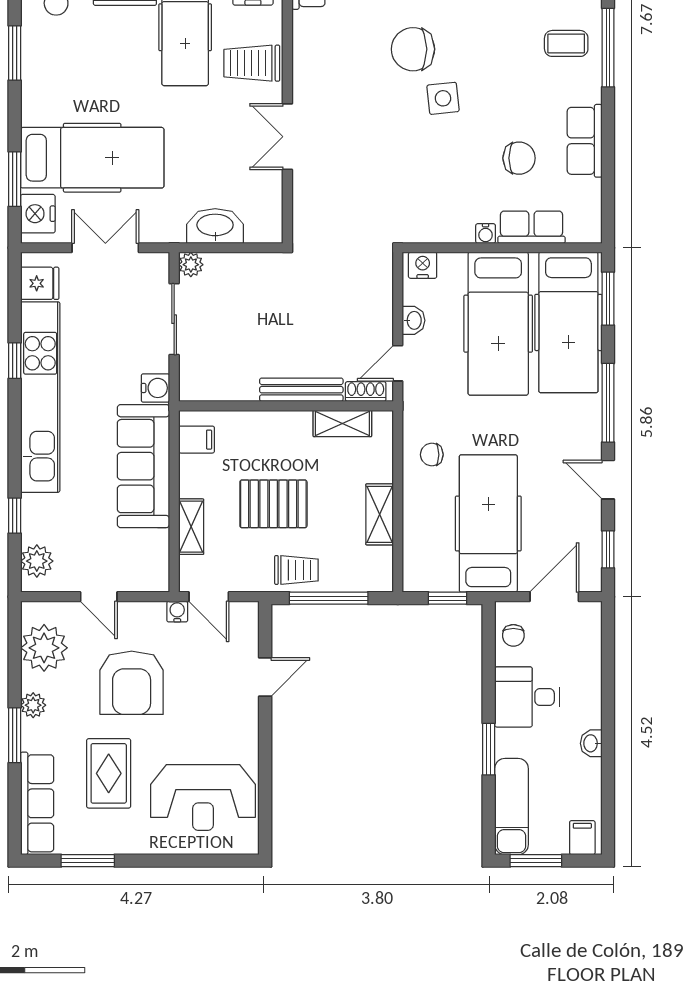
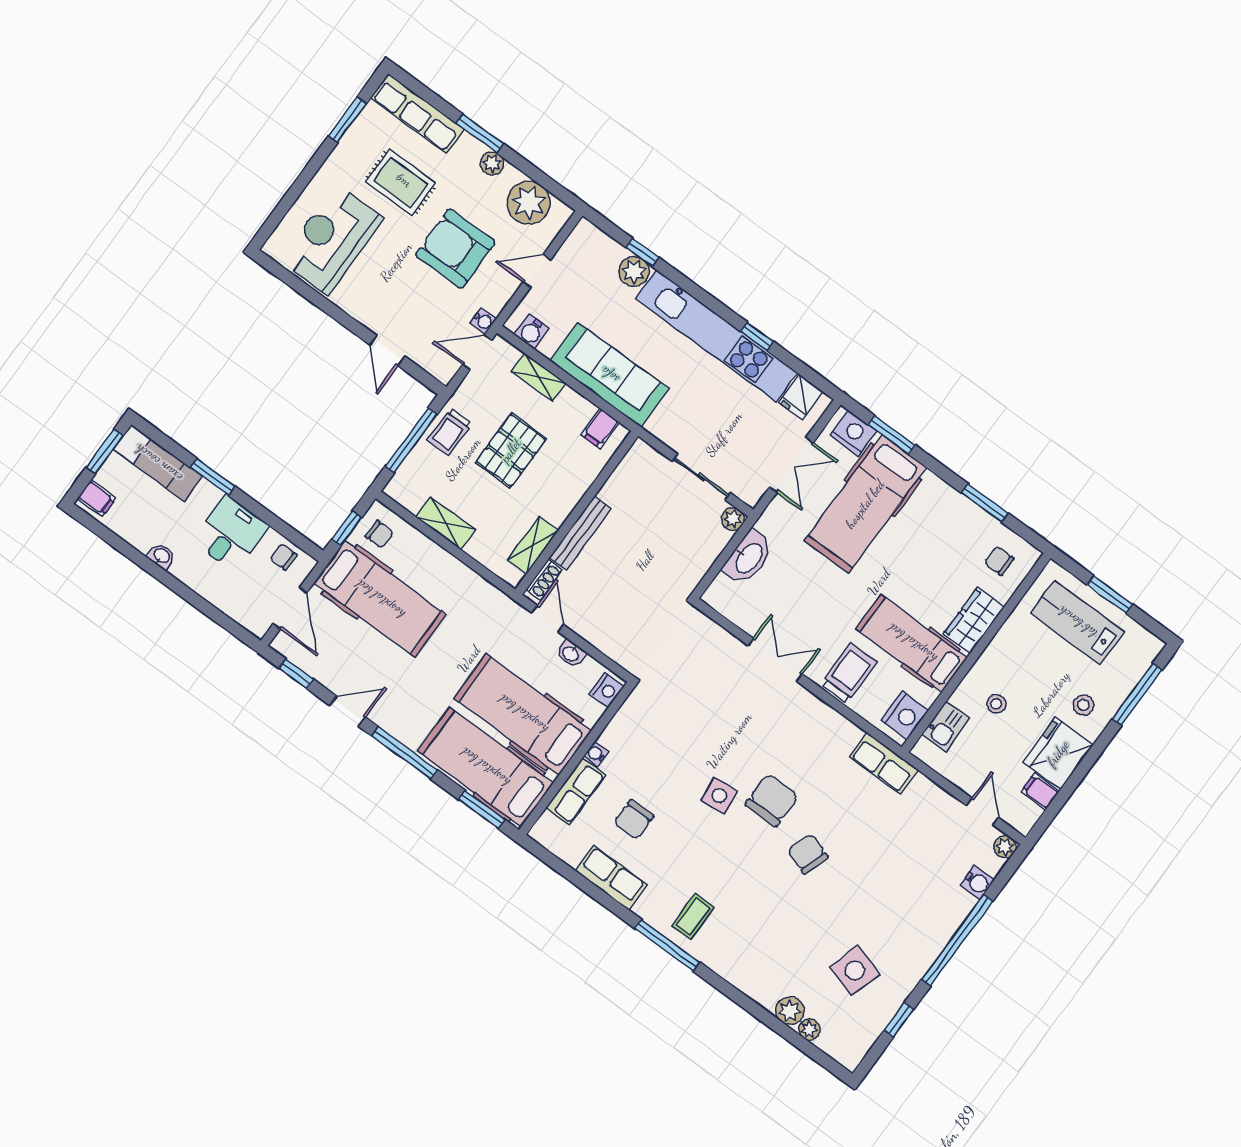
water cooler: (155, 388) -> (532, 331), moved
chair: (432, 455) -> (379, 534), moved, turned 90
plant: (37, 561) -> (634, 271), moved

